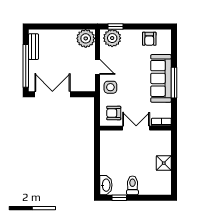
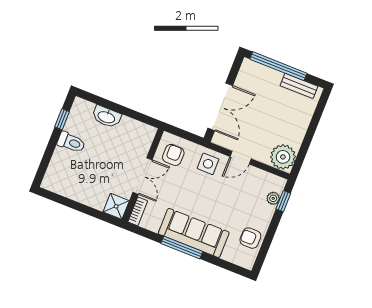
plant: (112, 38) -> (273, 198), width x0.53, depth x0.53
double door: (52, 94) -> (220, 107), moved
shower: (164, 163) -> (116, 206), moved
washbasin: (106, 185) -> (106, 117), moved

